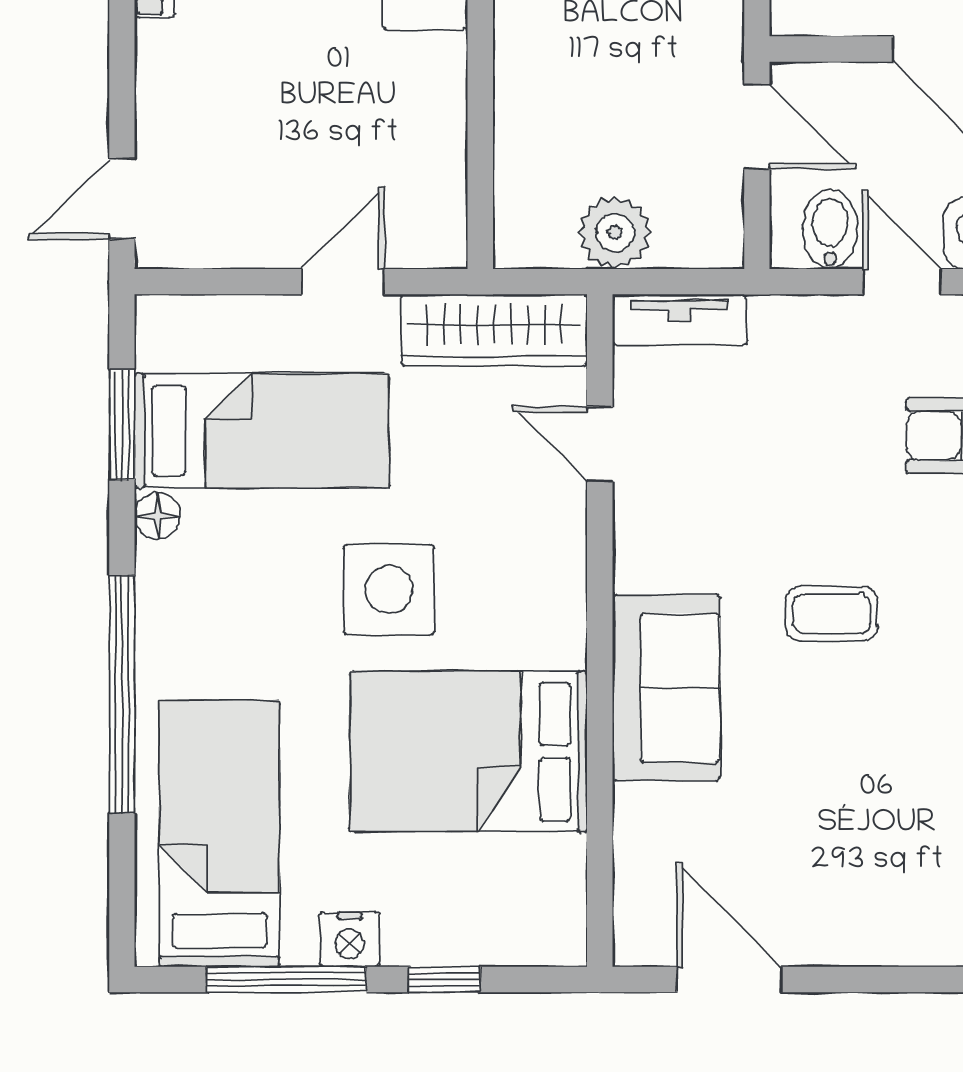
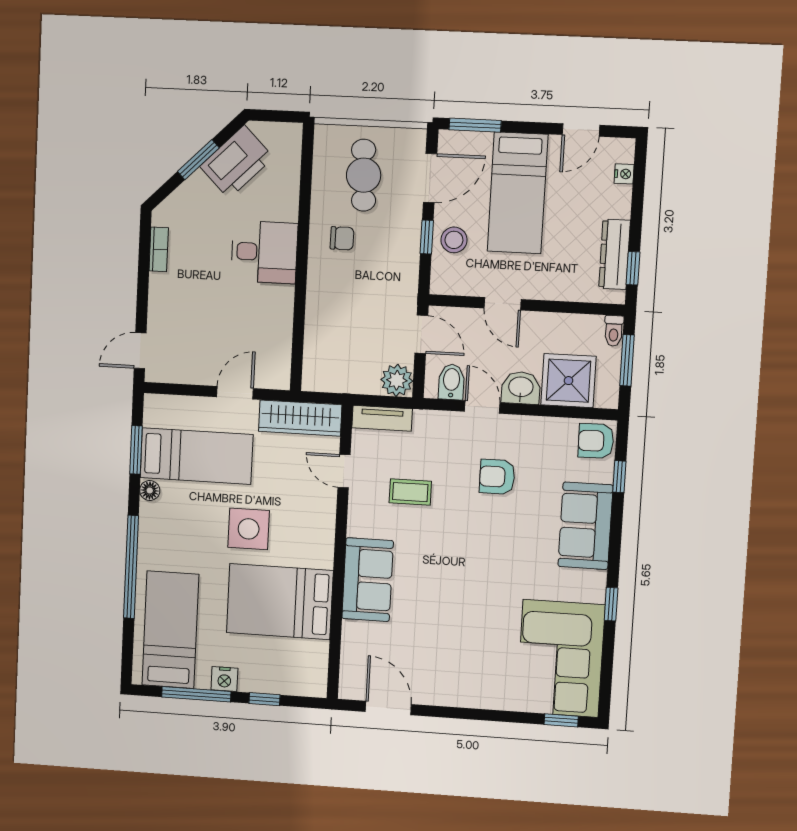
plant: (615, 232) -> (397, 380), moved
coffee table: (831, 614) -> (410, 492), moved

